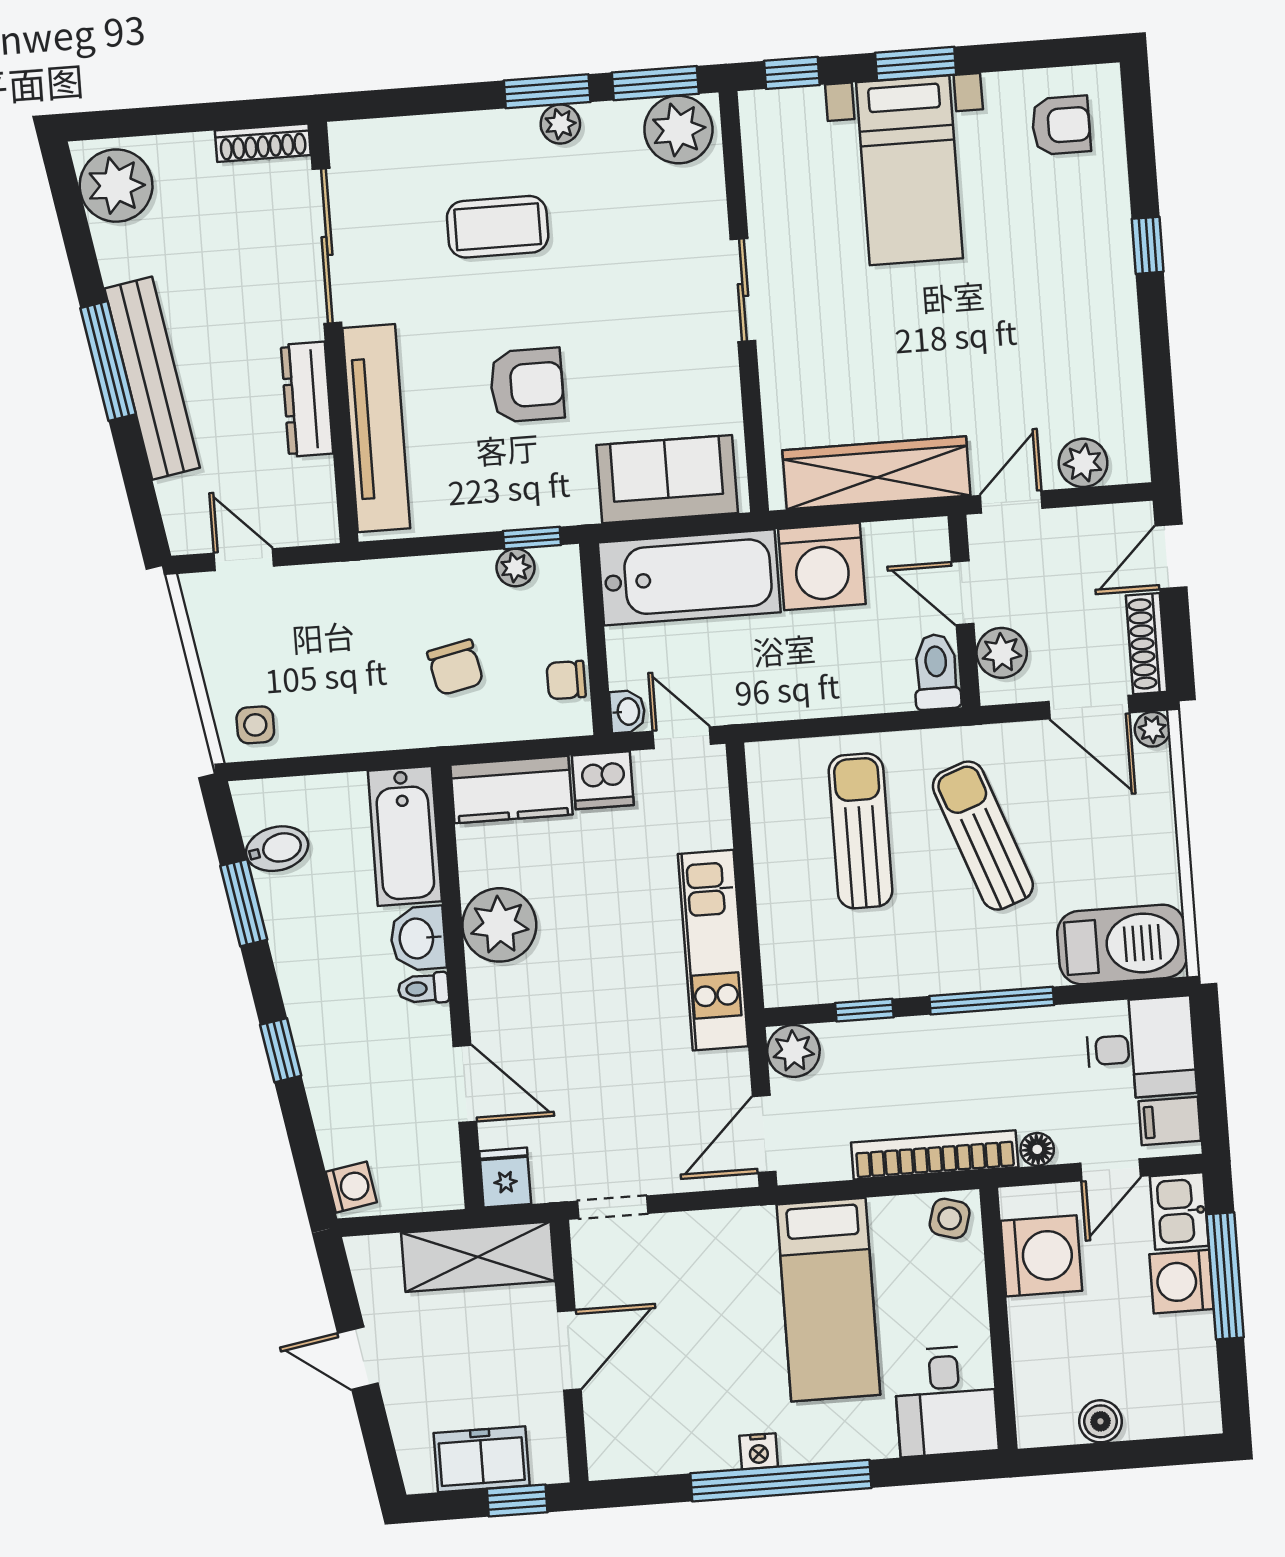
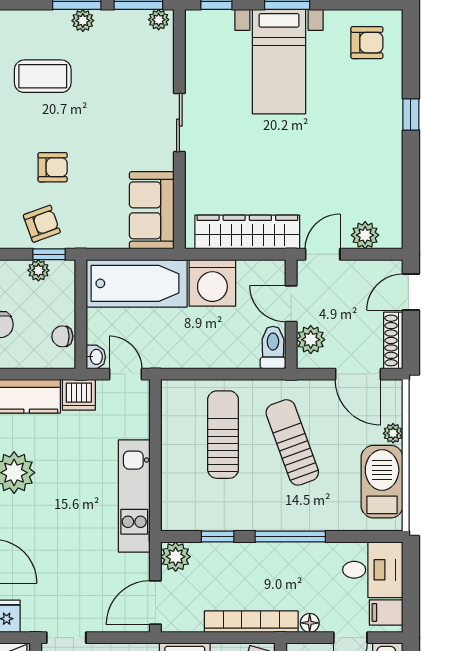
plant: (678, 130) -> (159, 20), width x0.53, depth x0.53
armchair: (527, 385) -> (53, 167), width x0.72, depth x0.72
sofa: (667, 479) -> (152, 210), moved, turned -90
armchair: (515, 485) -> (42, 224), added
plant: (1152, 729) -> (393, 433), moved
barbecue: (1122, 944) -> (382, 482), moved, turned -90

